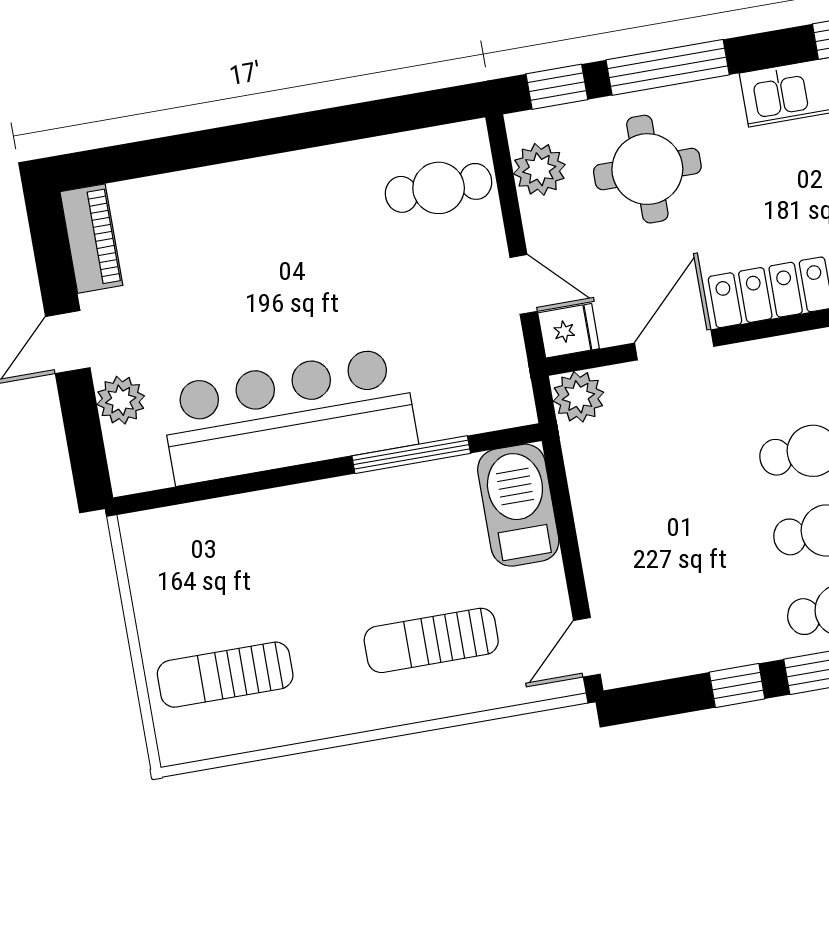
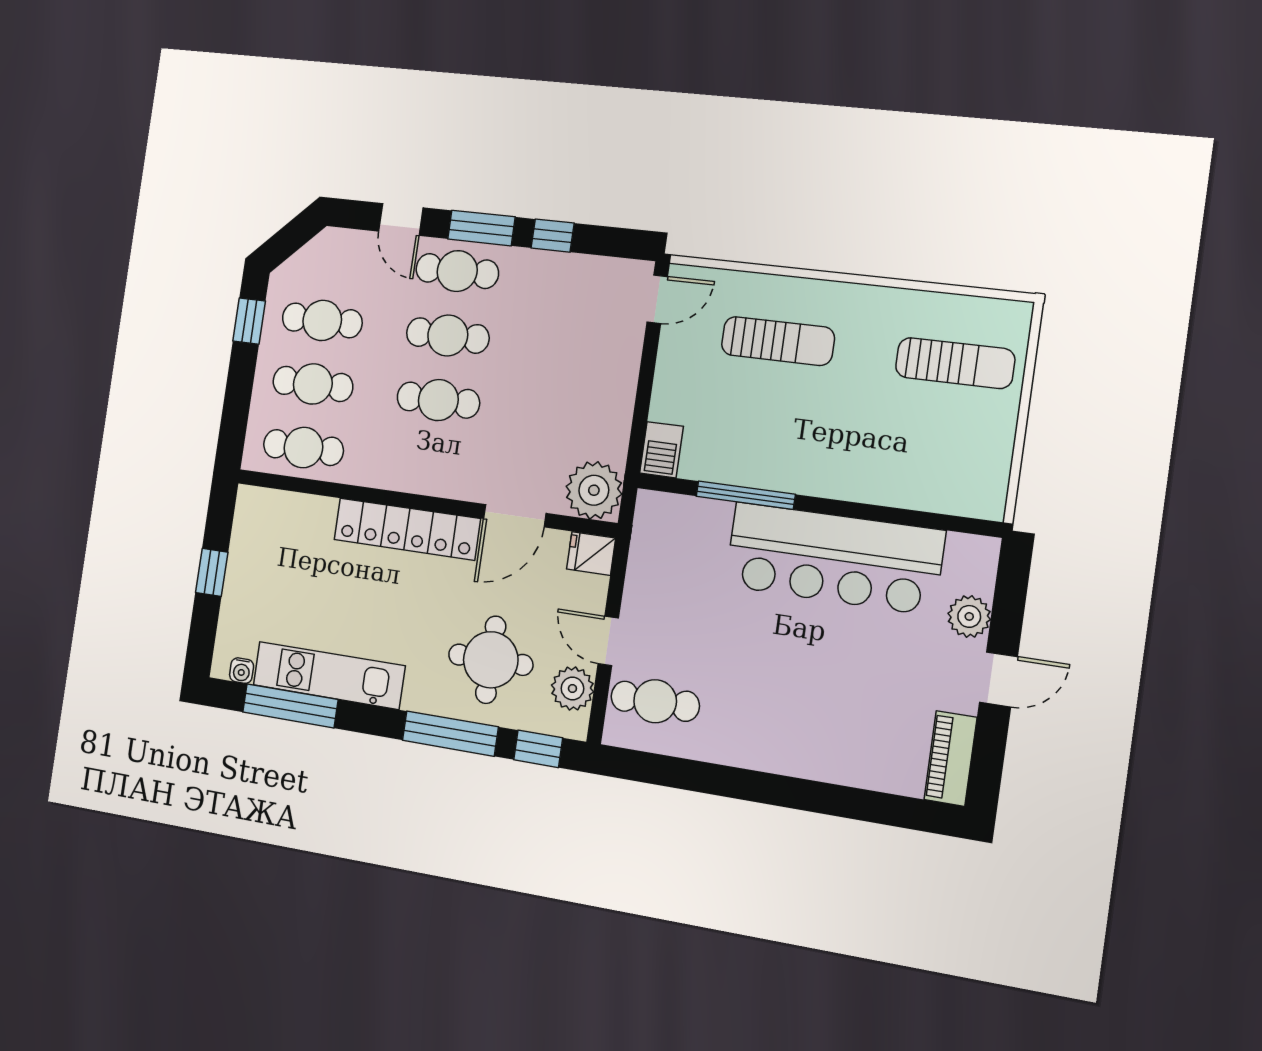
door: (524, 284) -> (608, 641), moved
plant: (578, 397) -> (594, 490), width x1.36, depth x1.36
barbecue: (518, 505) -> (661, 450), width x0.53, depth x0.65

